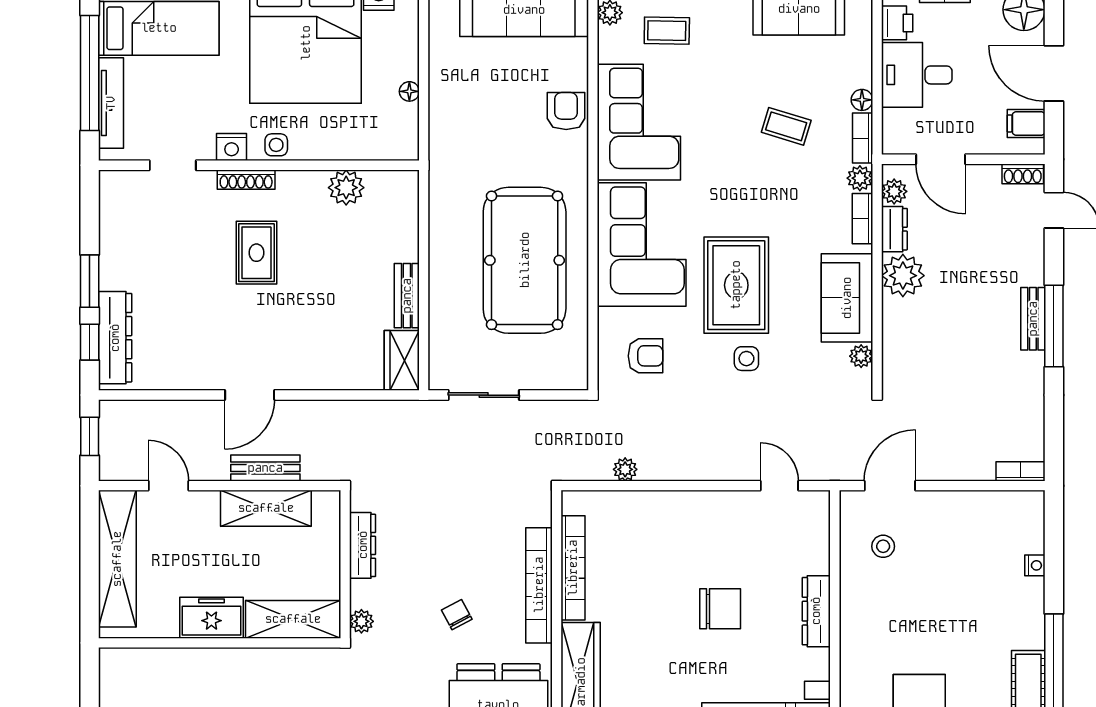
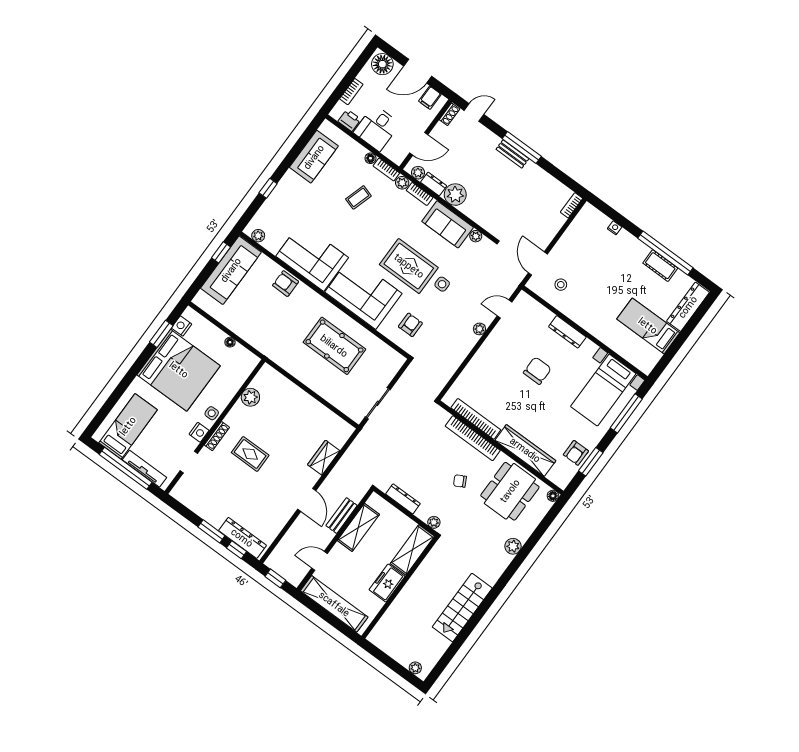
coffee table: (667, 31) -> (283, 218), removed
pool table: (525, 260) -> (334, 346), width x0.73, depth x0.76
bench: (407, 296) -> (313, 405), removed
wardrobe: (402, 360) -> (324, 458), moved, turned 90
plant: (625, 469) -> (479, 329), moved

